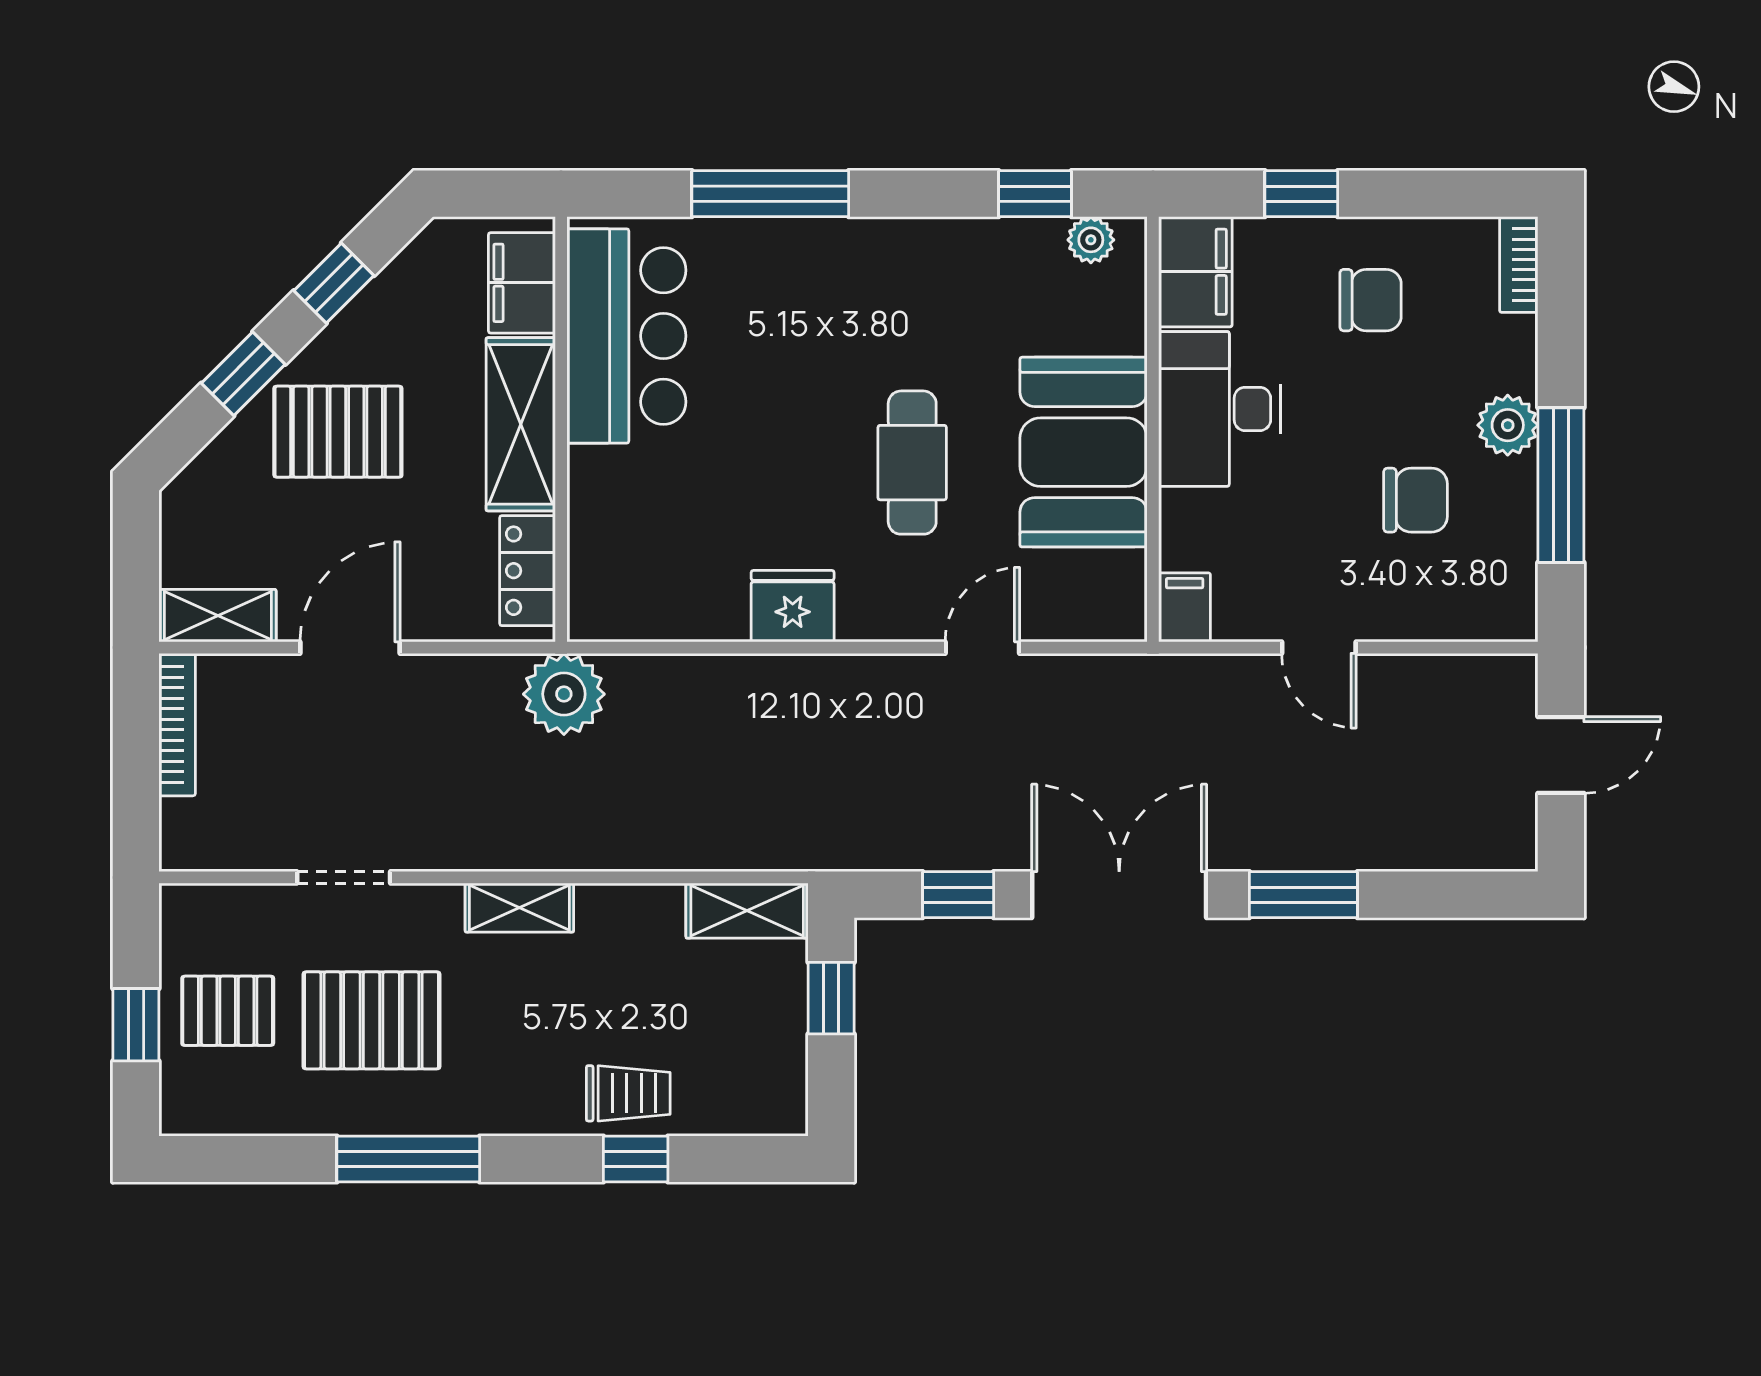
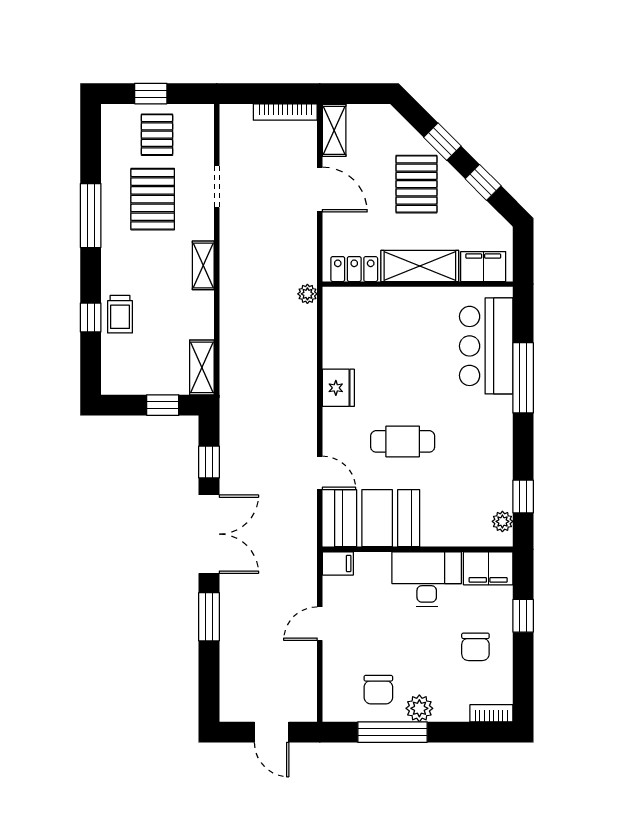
bar counter: (626, 336) -> (486, 346), moved, turned 90
booth: (1084, 452) -> (377, 518), moved
chair: (1416, 500) -> (378, 690), moved
plant: (564, 694) -> (307, 294), width x0.53, depth x0.53

